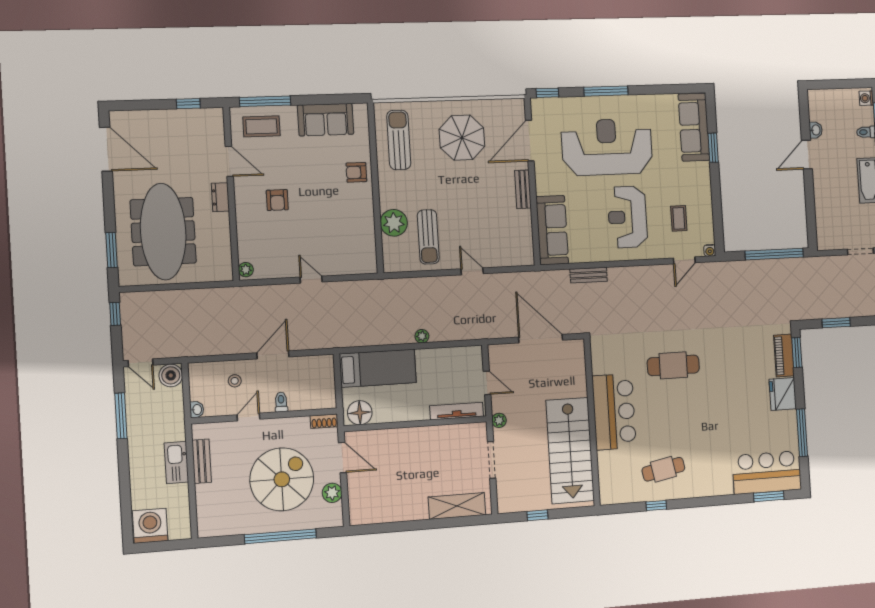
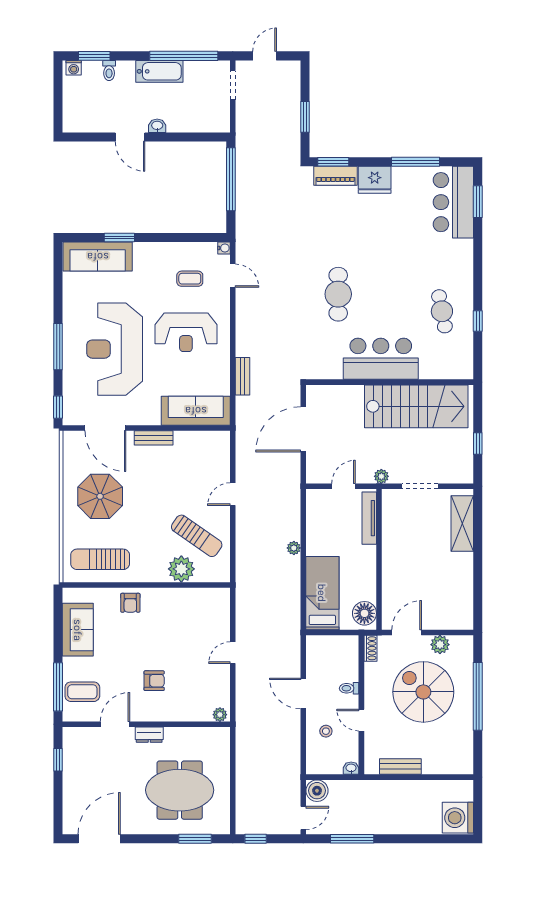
coffee table: (261, 126) -> (82, 692), turned 90
washbasin: (816, 130) -> (157, 126), moved
meeting table: (163, 232) -> (180, 790), width x0.73
sun lounger: (428, 237) -> (197, 536), turned 35
kitchen sink: (176, 463) -> (400, 790), removed

